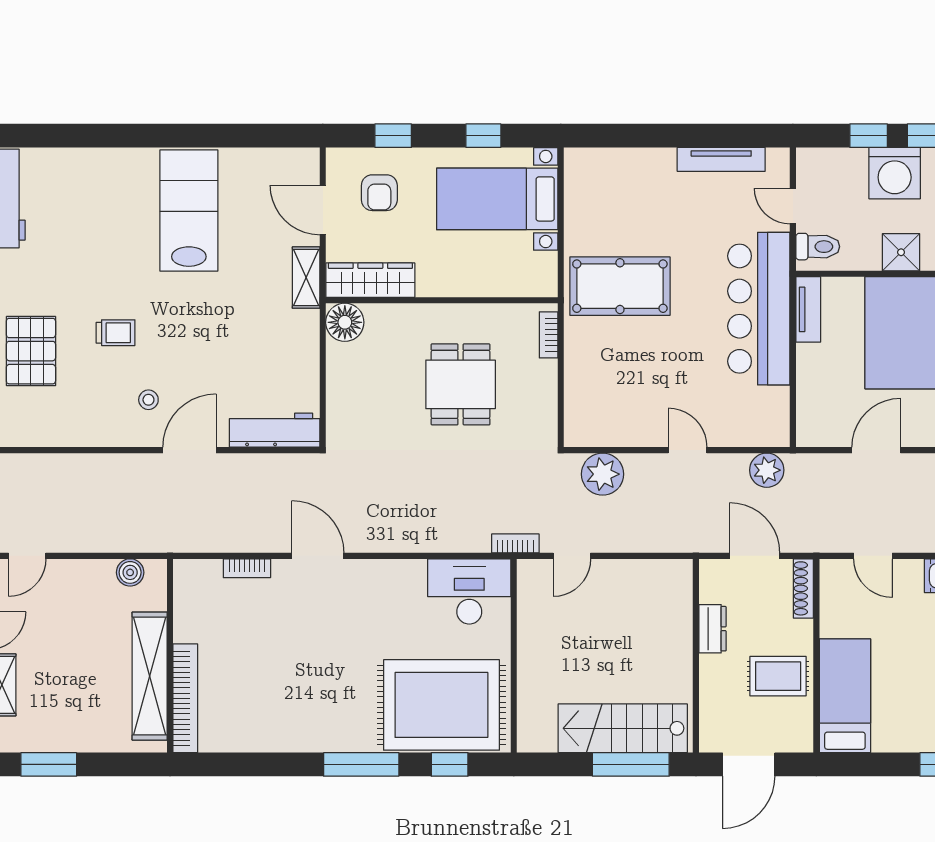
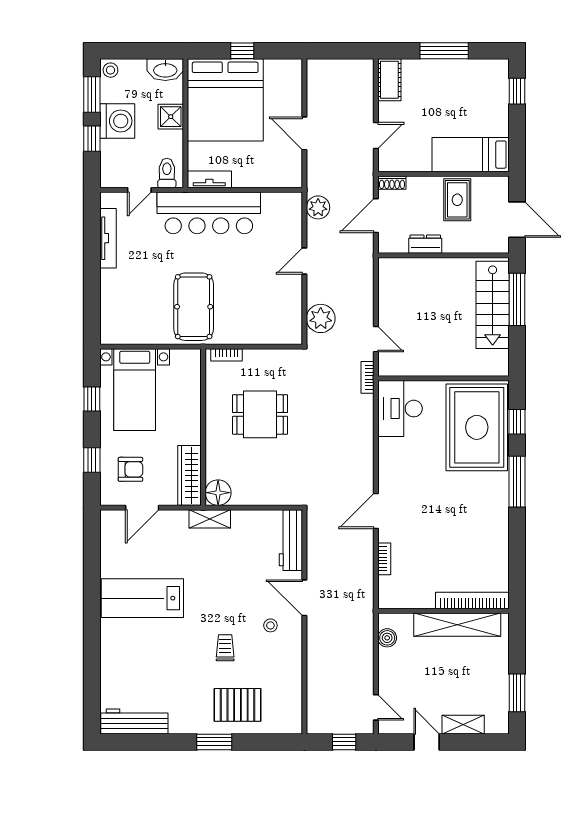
shelving: (306, 278) -> (210, 519), moved
shoe rack: (803, 588) -> (392, 183), width x0.70

